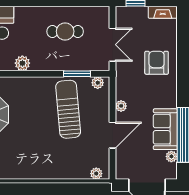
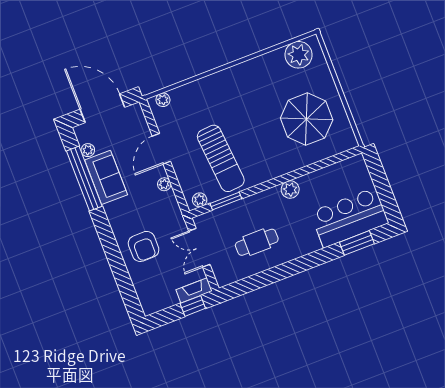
fireplace: (163, 12) -> (194, 290), moved

